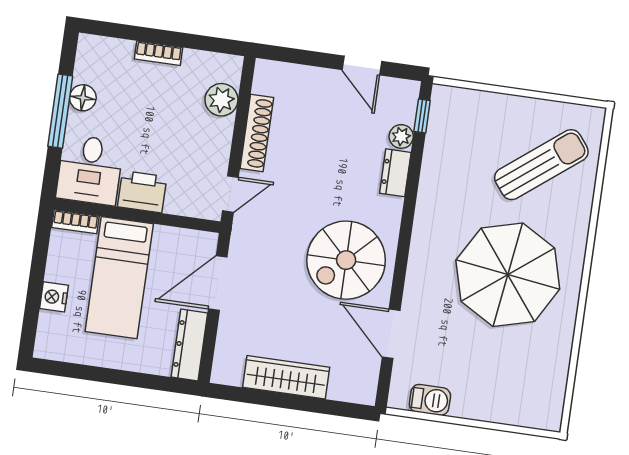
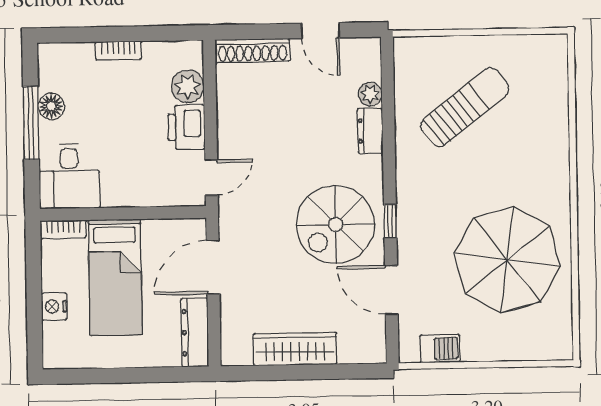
window: (422, 116) -> (390, 221), moved
shoe rack: (257, 133) -> (252, 51), moved, turned 90
sun lounger: (541, 165) -> (465, 107), moved
printer: (142, 192) -> (186, 127), moved, turned -90
parasol: (508, 275) -> (507, 260), moved

